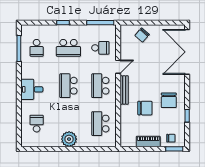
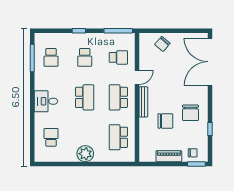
school desk: (68, 48) -> (85, 57), width x0.54
school desk: (68, 86) -> (85, 97), turned 180

